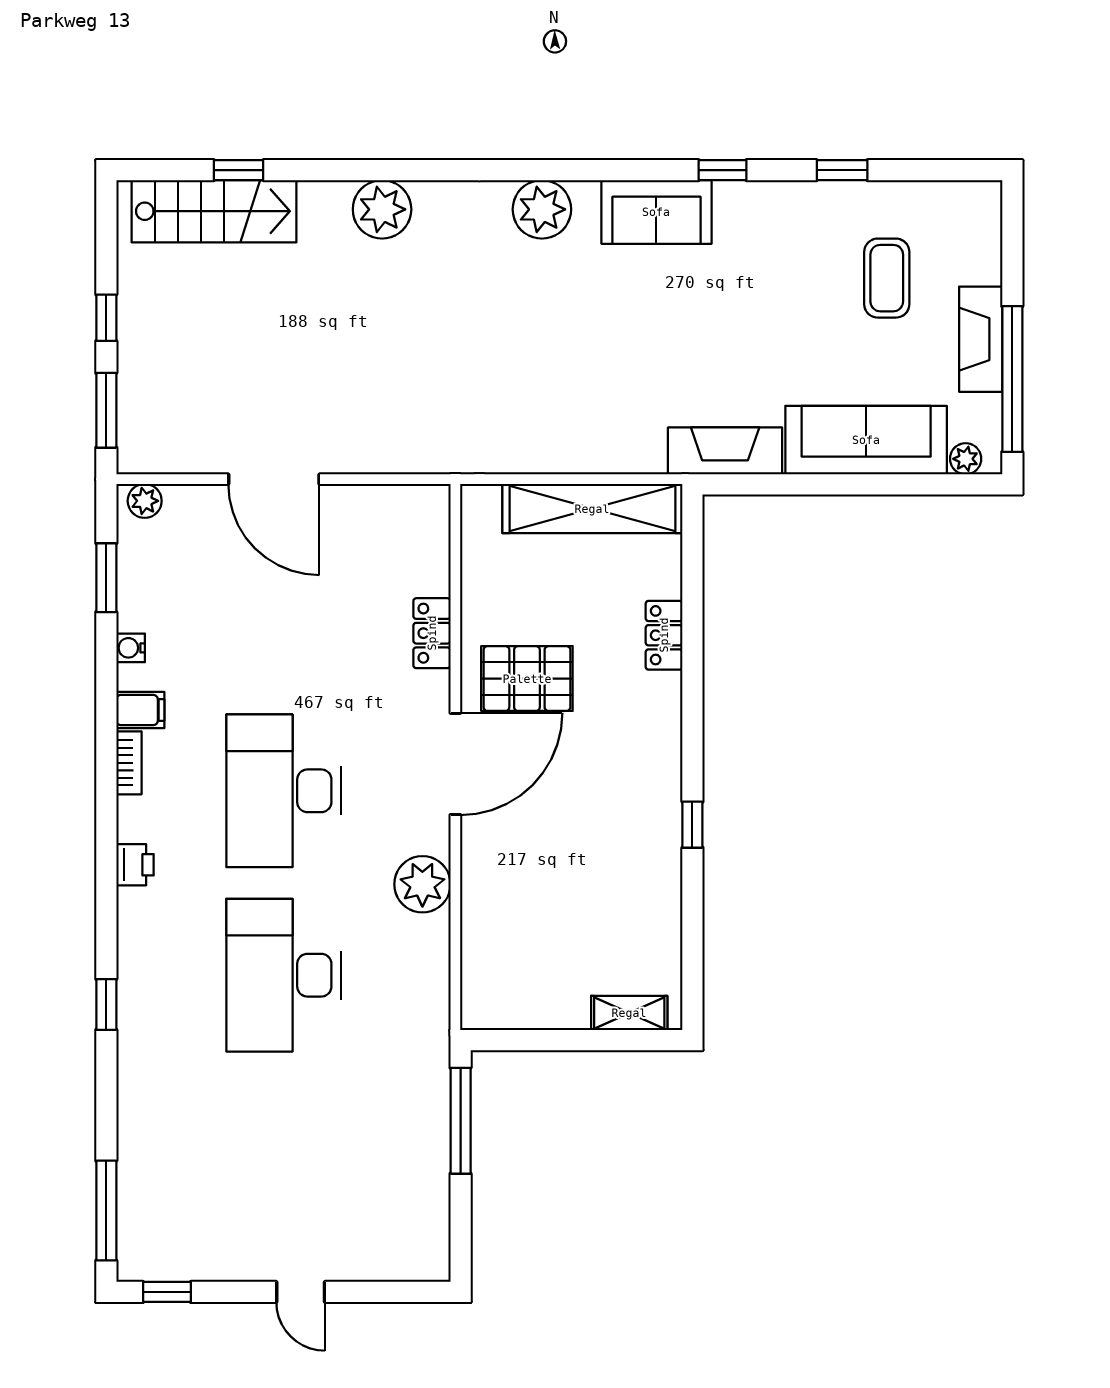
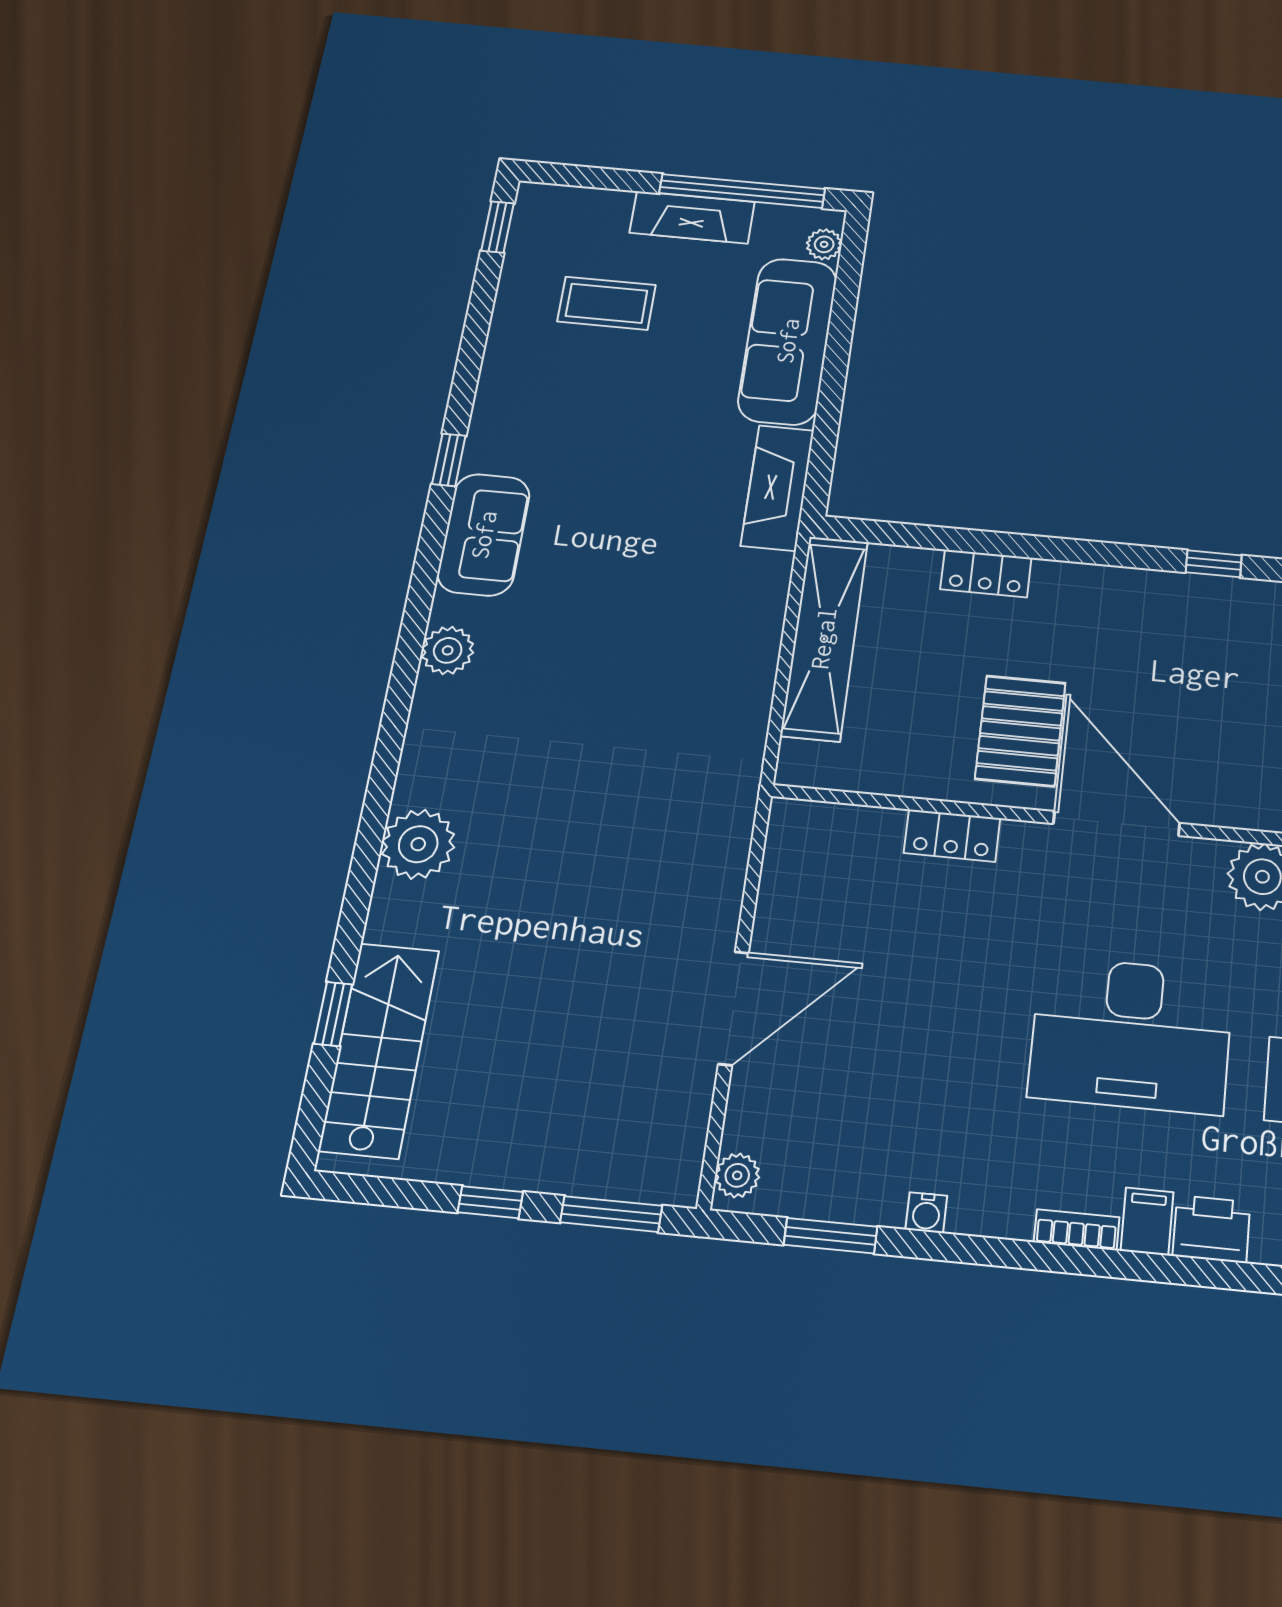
window: (842, 170) -> (497, 227), moved
plant: (542, 209) -> (448, 650), width x0.73, depth x0.73
filing cabinet: (140, 710) -> (1147, 1221), moved
printer: (135, 865) -> (1211, 1229), width x1.36, depth x1.24

